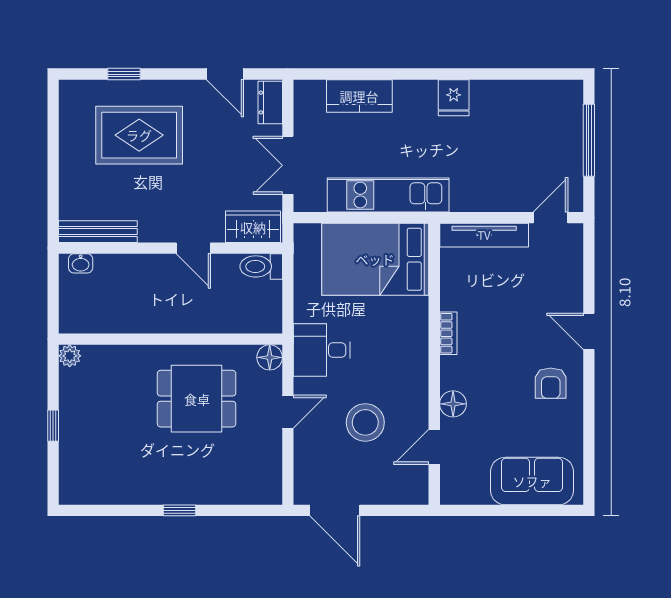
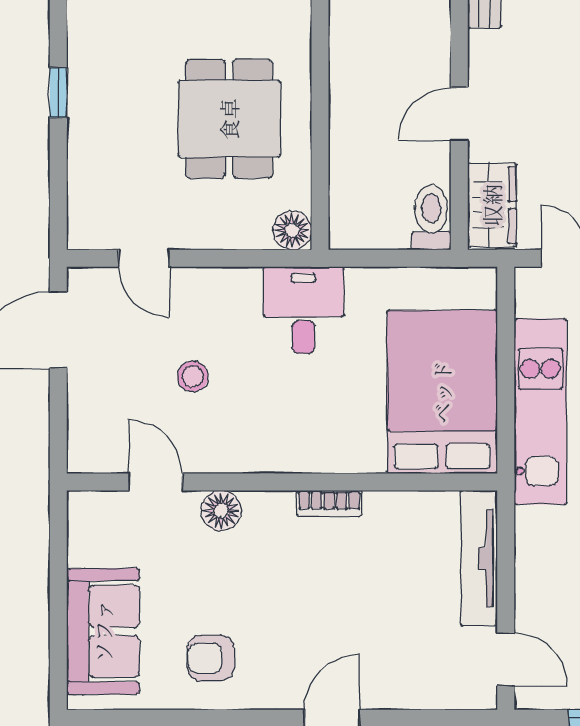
armchair: (551, 383) -> (211, 658), moved
door: (288, 412) -> (144, 258), moved
stool: (365, 422) -> (193, 377), width x0.53, depth x0.53

